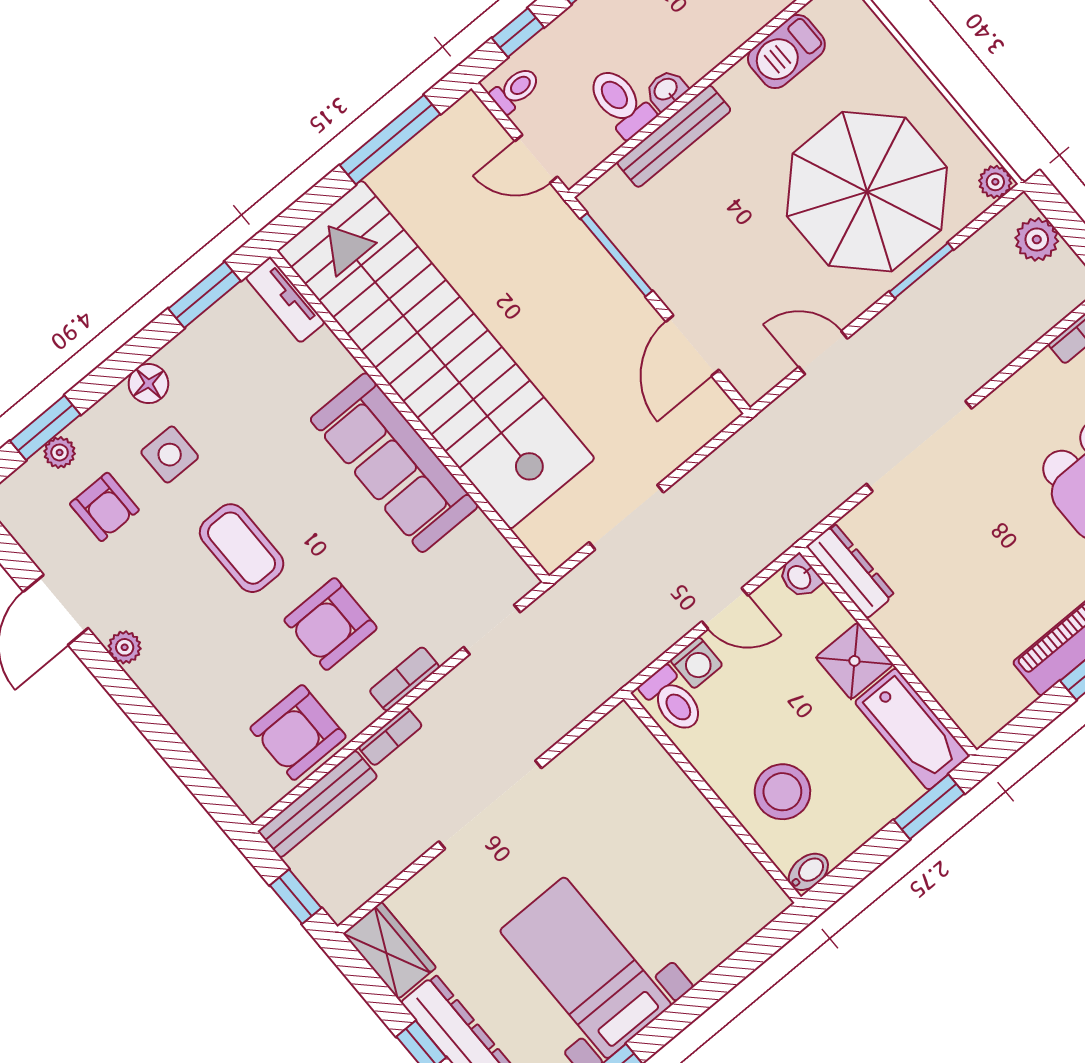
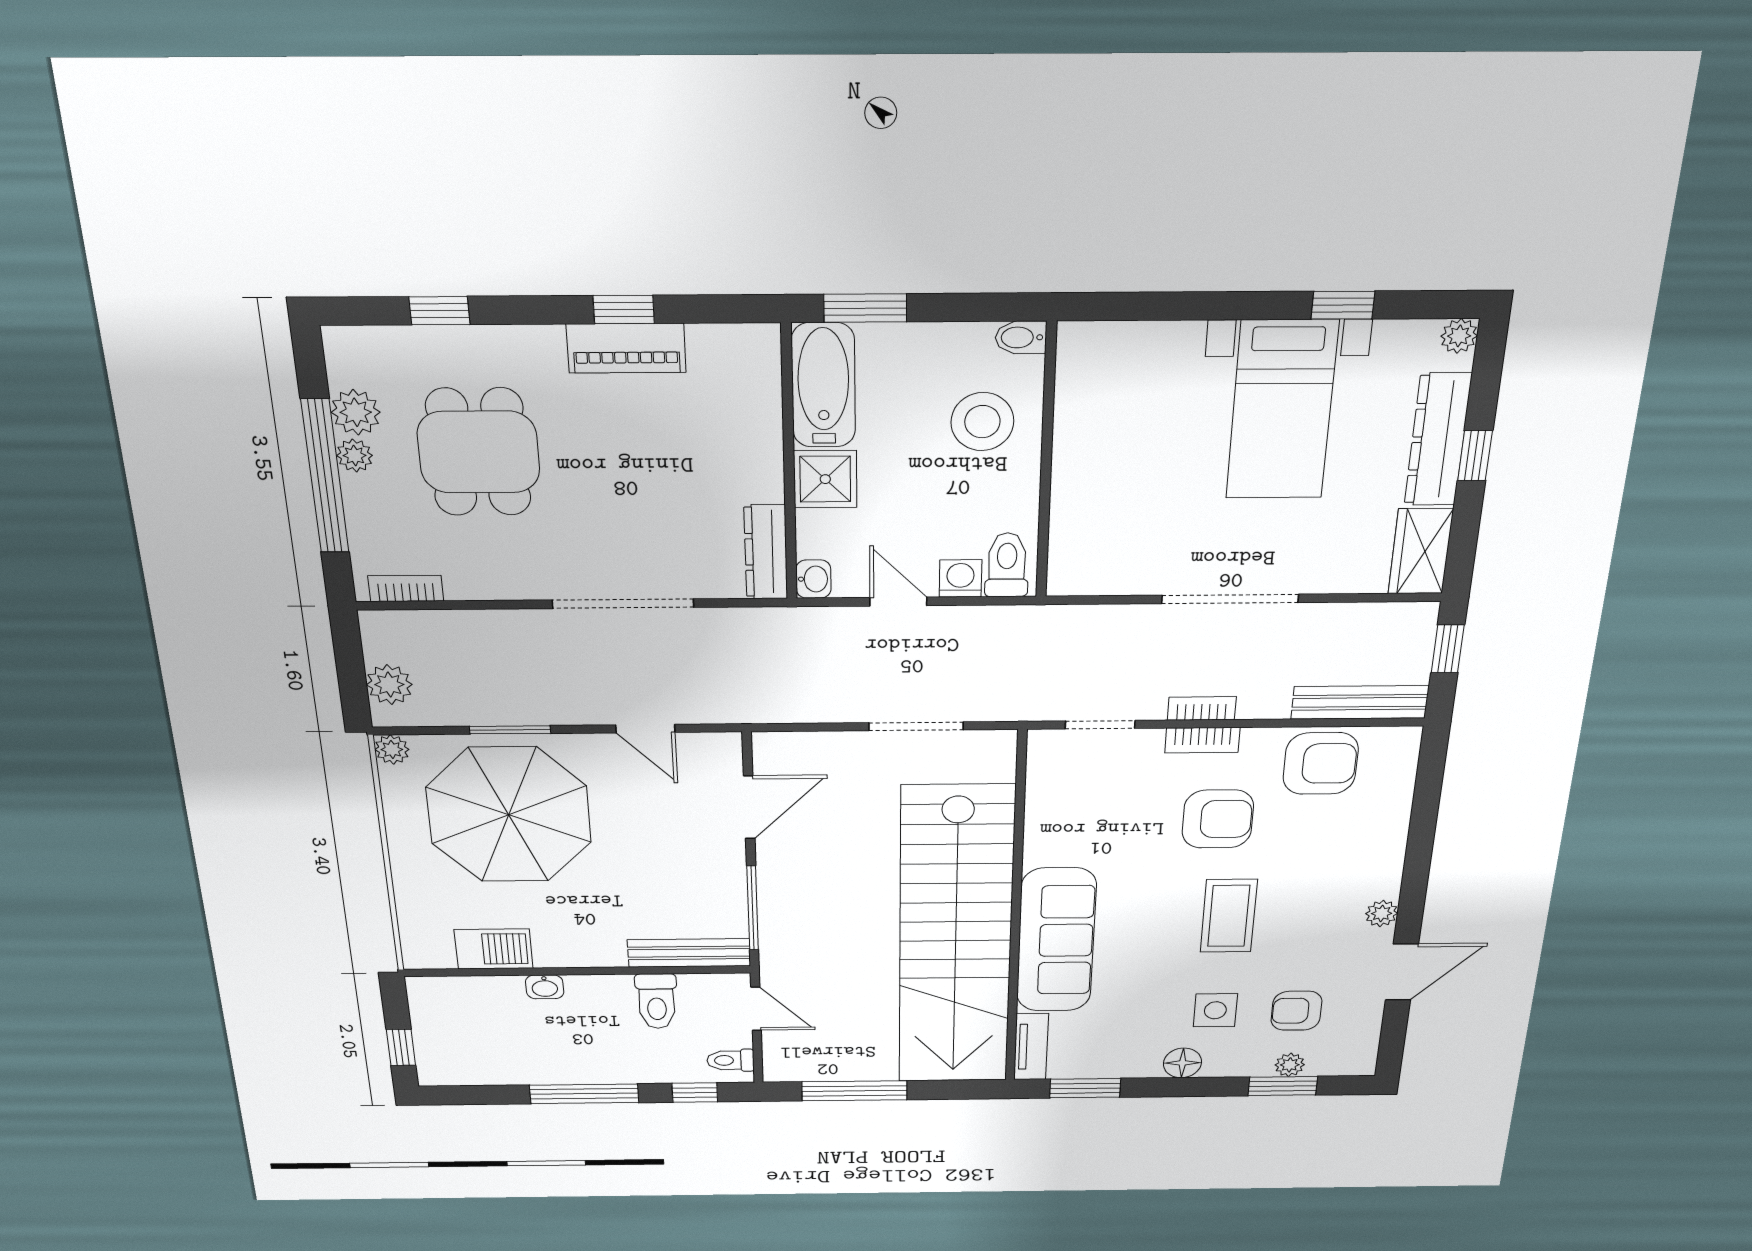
washbasin: (666, 90) -> (545, 987), moved
bench: (674, 136) -> (689, 953), moved
sofa: (394, 463) -> (1056, 940), moved
armchair: (104, 507) -> (1296, 1011), turned -90
bookcase: (390, 737) -> (1202, 708), moved

